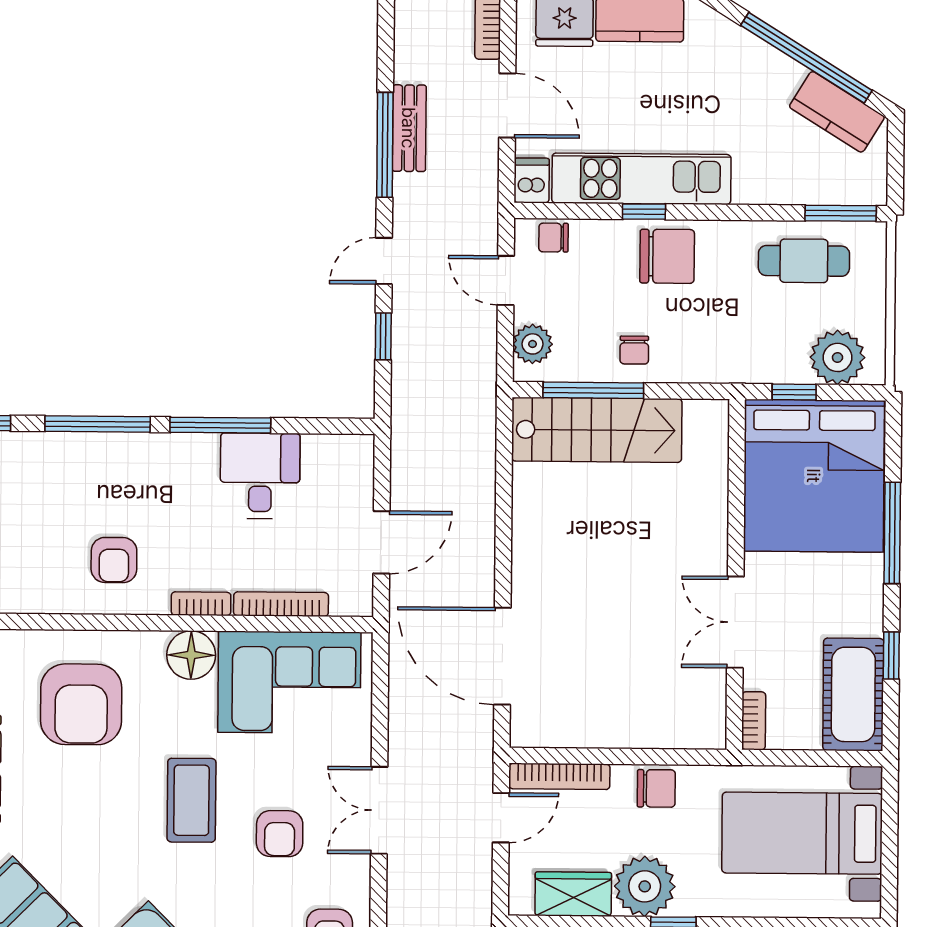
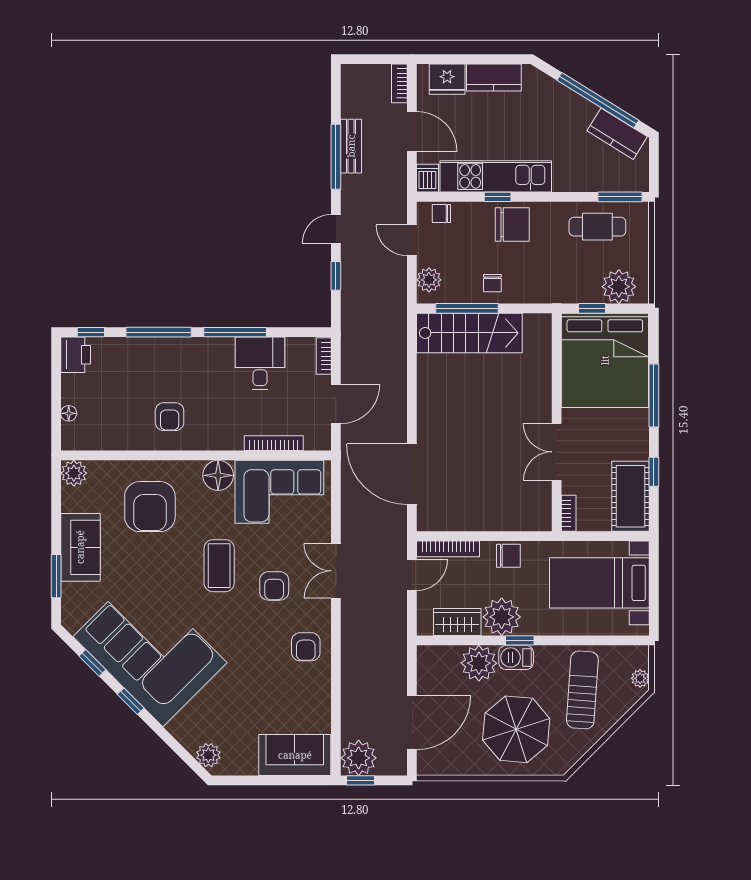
bookcase: (201, 604) -> (324, 356), moved, turned -90

